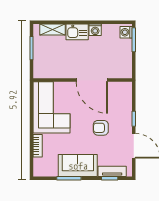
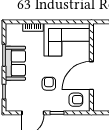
armchair: (119, 98) -> (76, 100), added
tv unit: (112, 171) -> (10, 94), removed

